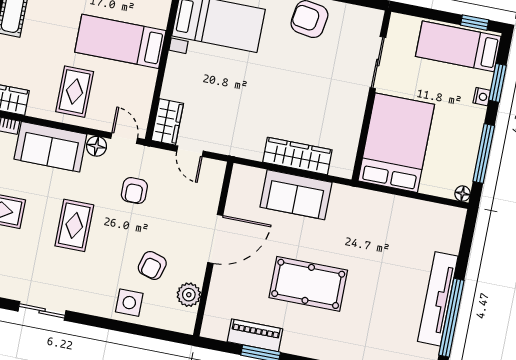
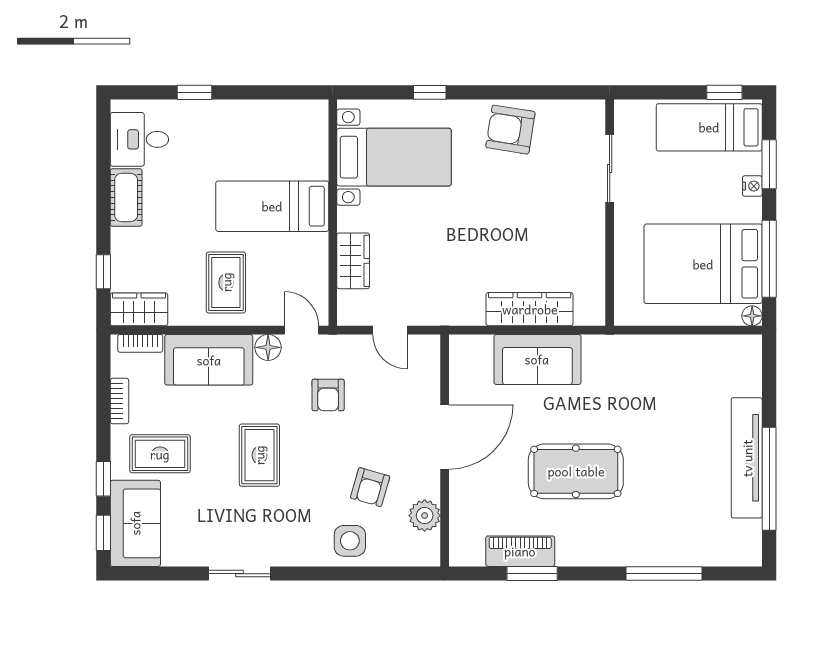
wardrobe: (167, 122) -> (353, 261), moved
bed: (396, 143) -> (703, 264), moved, turned -90

